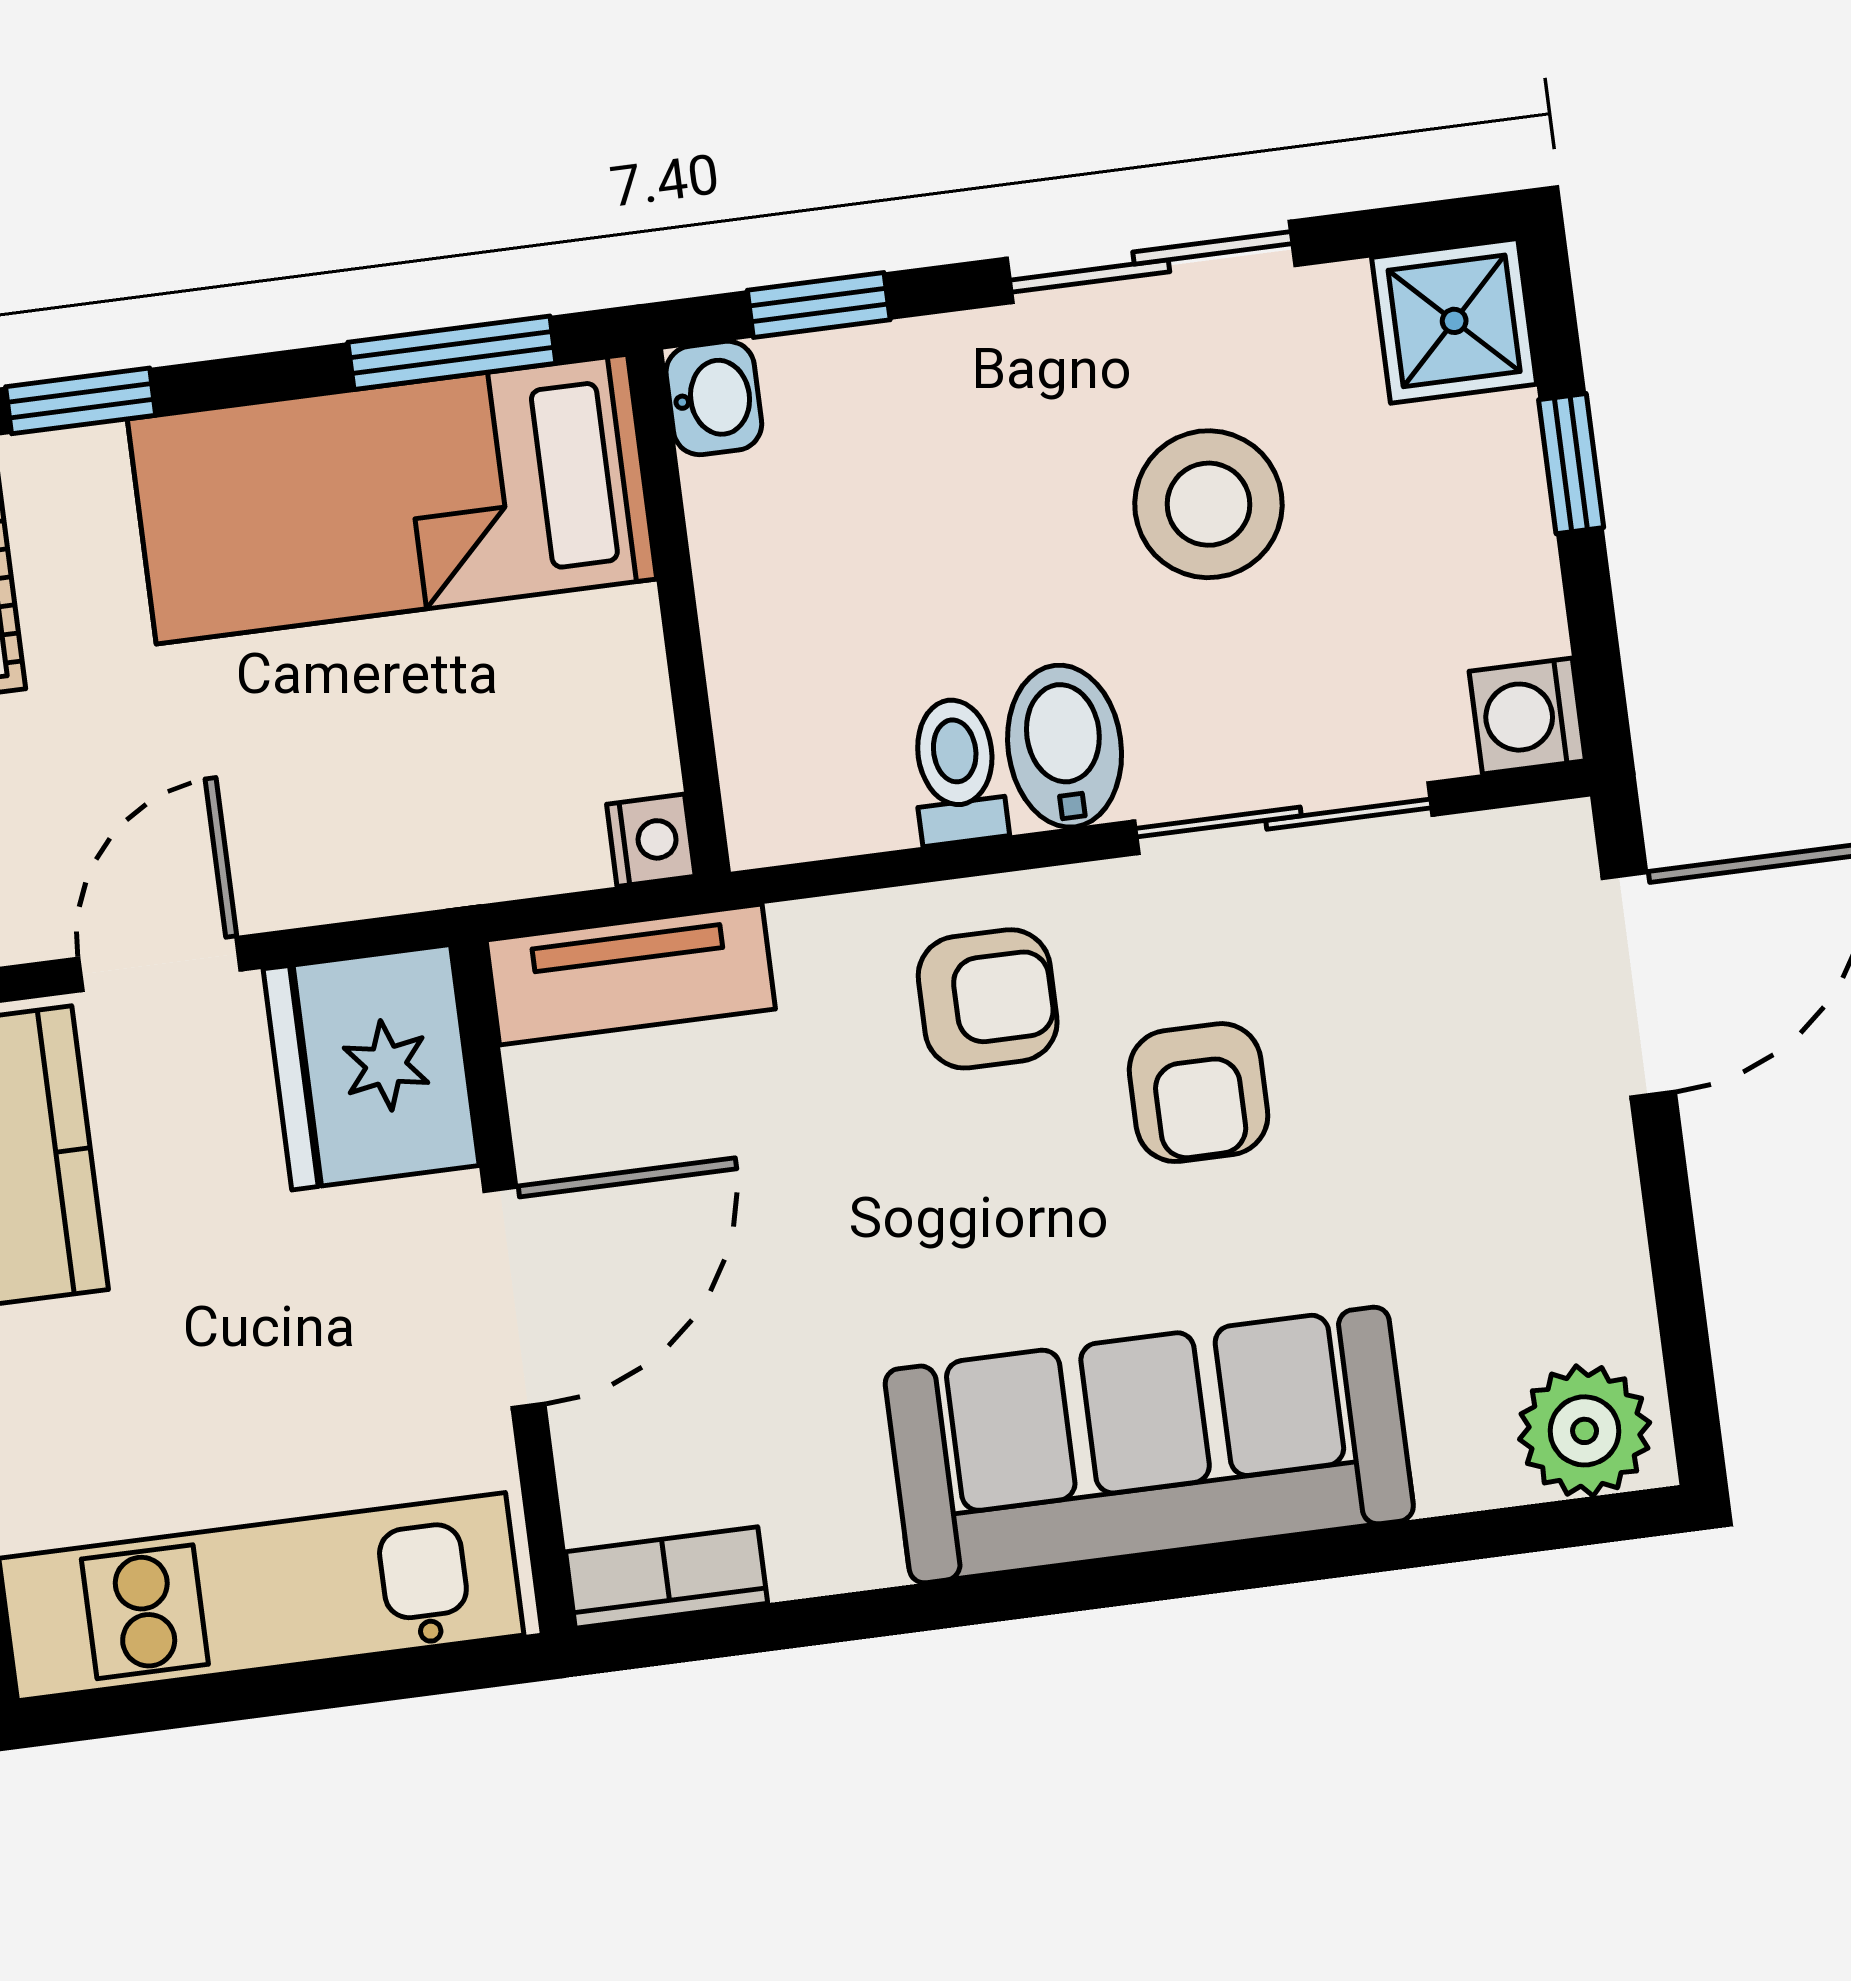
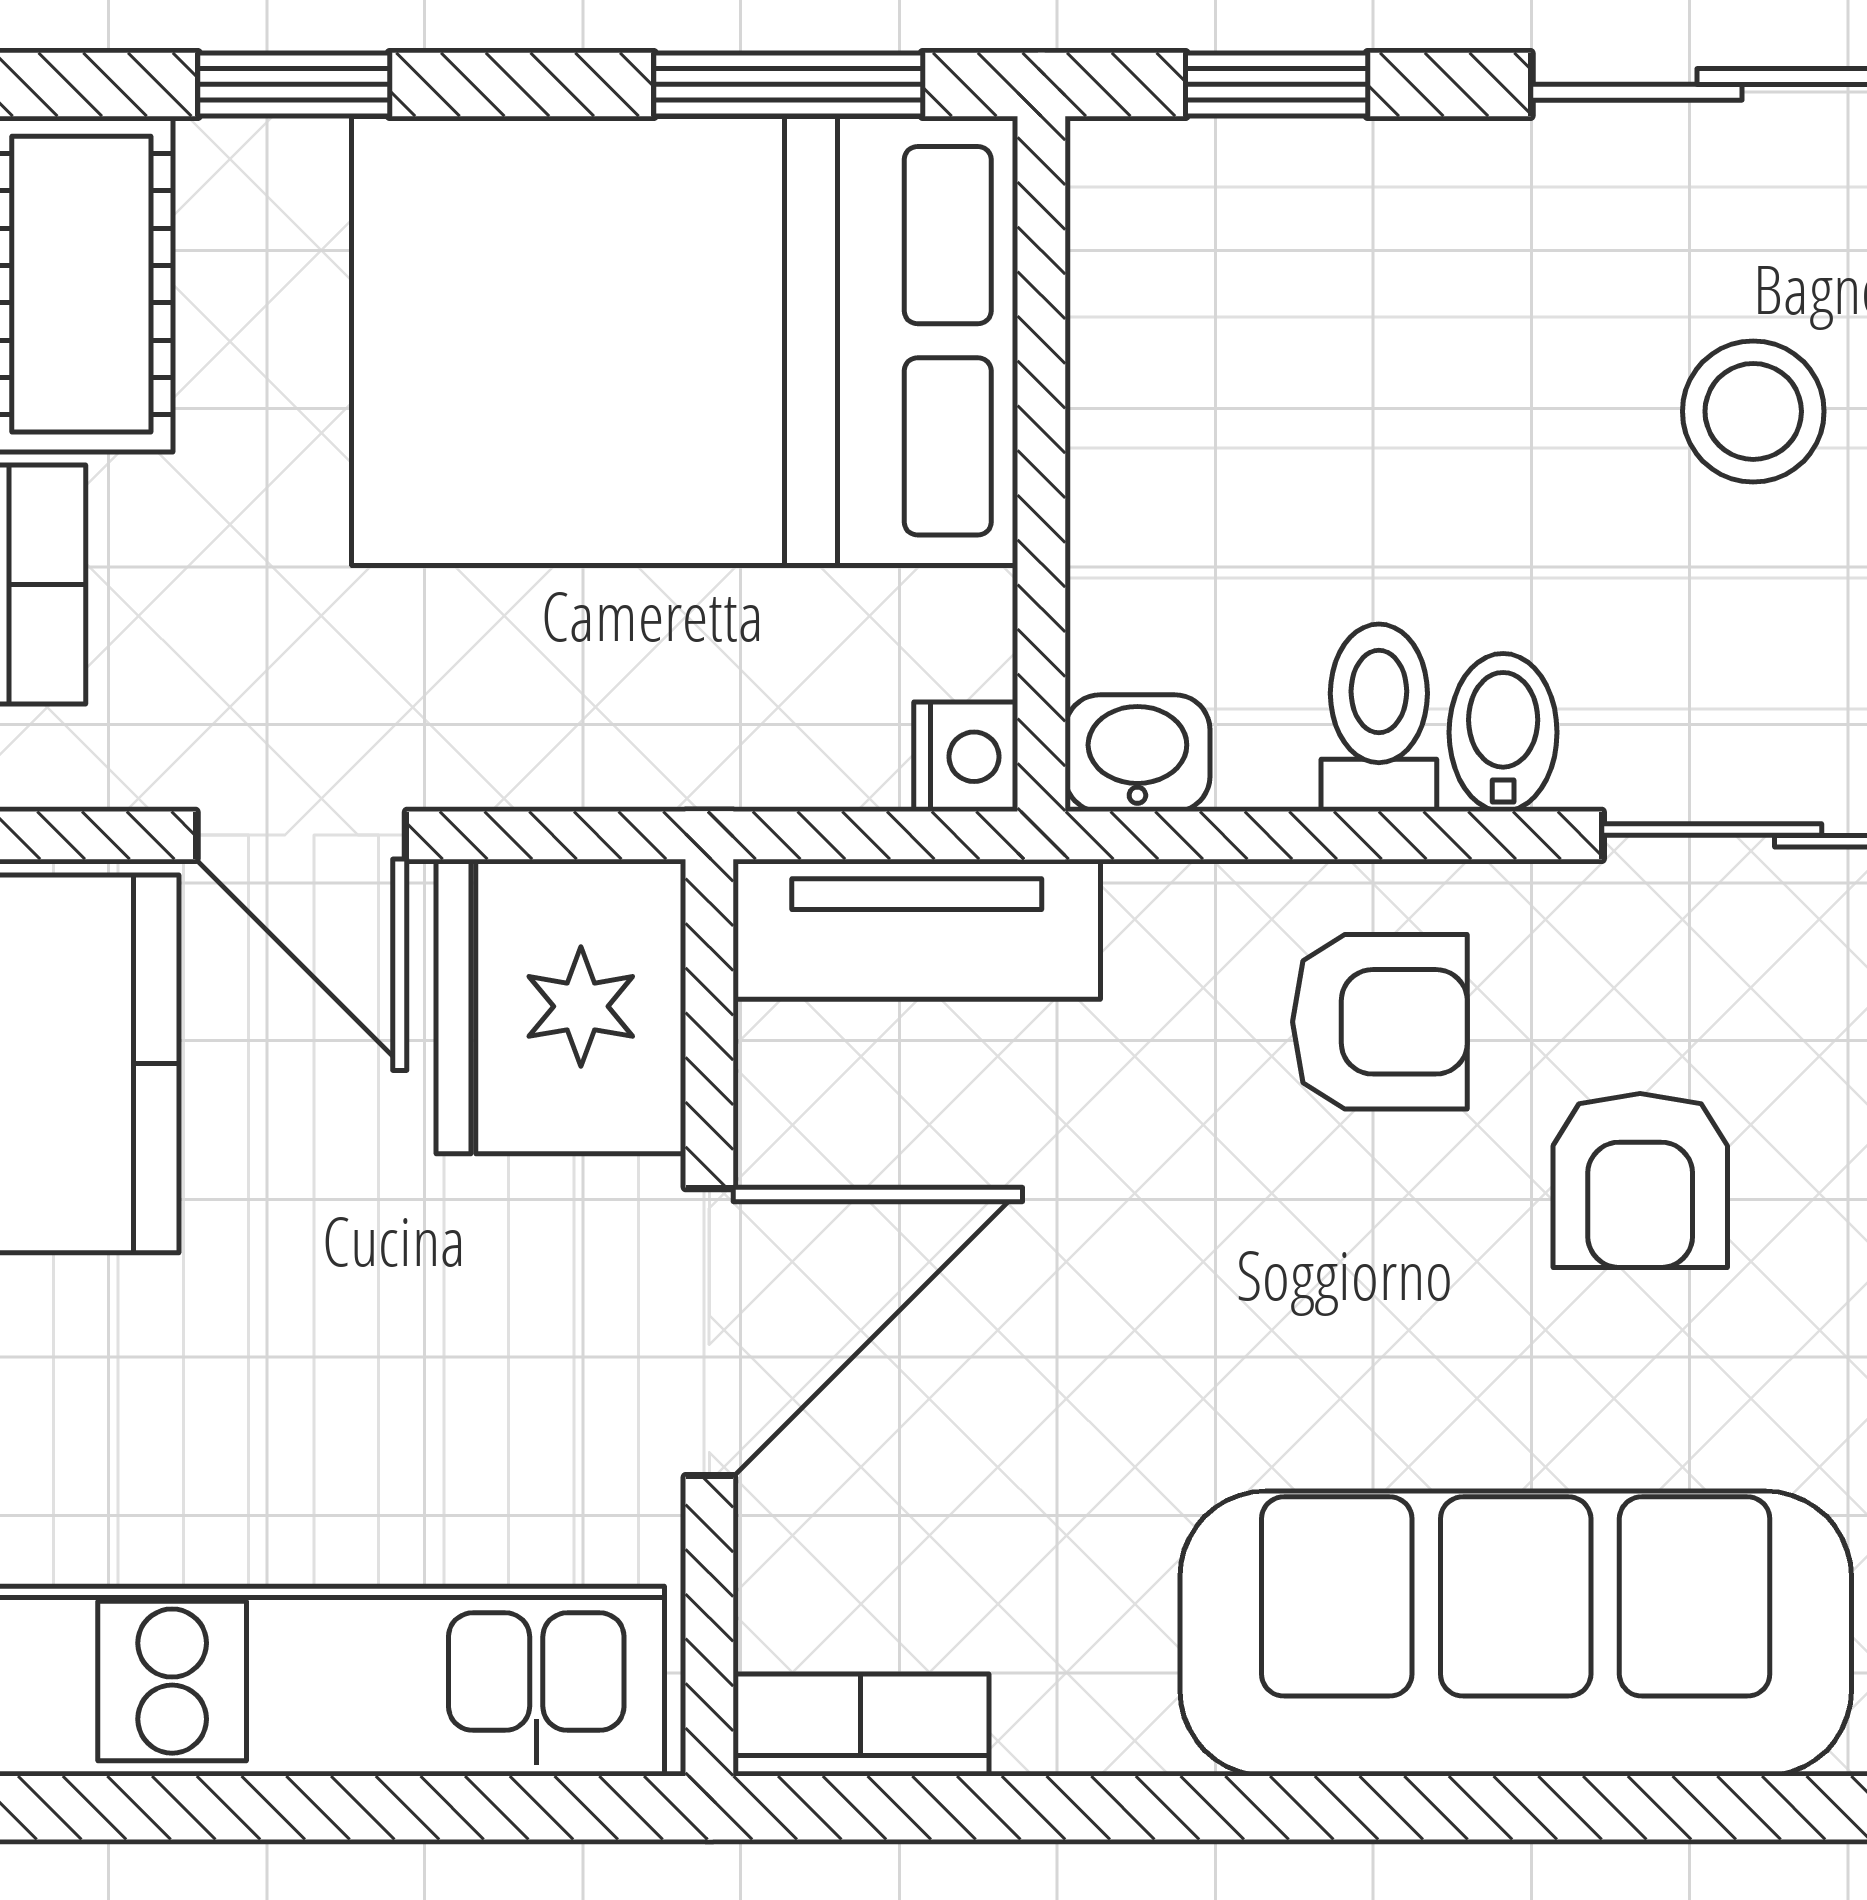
washbasin: (714, 398) -> (1137, 753), moved, turned -90
bed: (392, 499) -> (685, 341), width x1.50
stool: (1208, 504) -> (1753, 411), width x0.73, depth x0.73
bidet: (1065, 746) -> (1503, 732), width x0.72, depth x0.74
door: (160, 964) -> (301, 835), swing flipped

